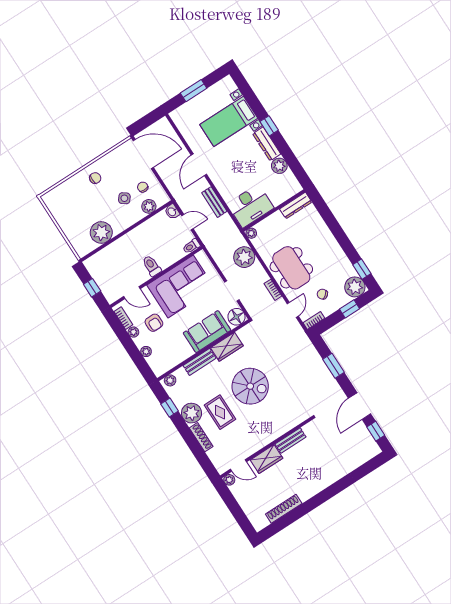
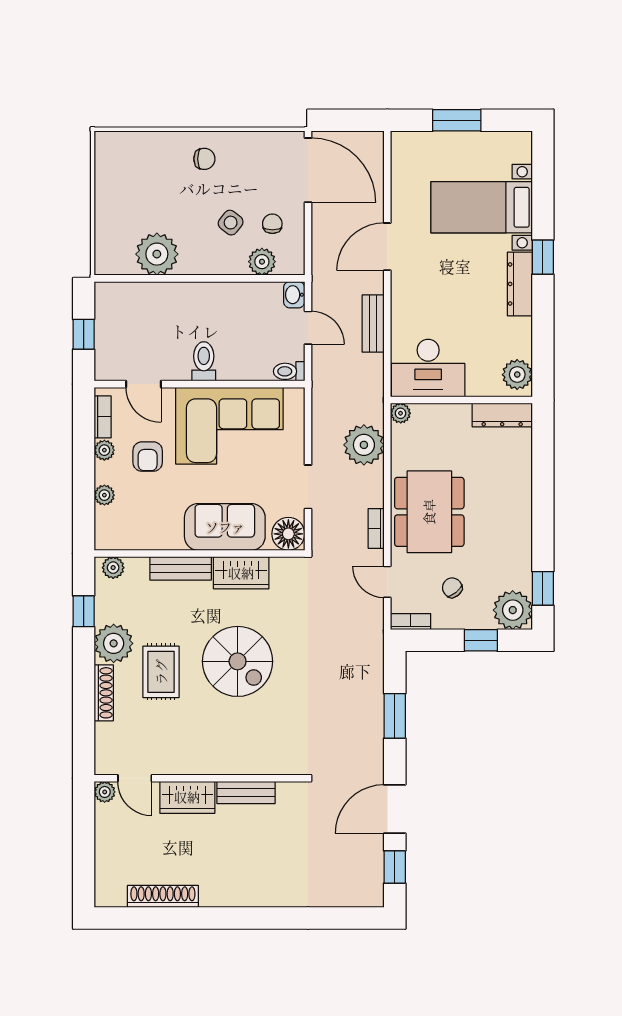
plant: (279, 166) -> (517, 375), moved
door: (293, 310) -> (387, 582), swing flipped

